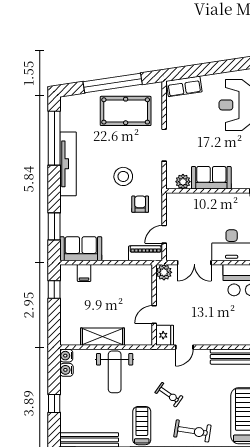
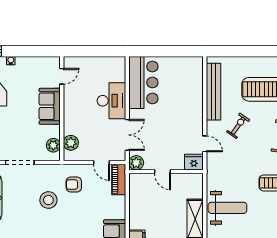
sofa: (211, 178) -> (50, 106), moved
plant: (186, 201) -> (71, 143), added
door: (154, 315) -> (163, 172), moved
exercise bike: (169, 395) -> (238, 126), moved

